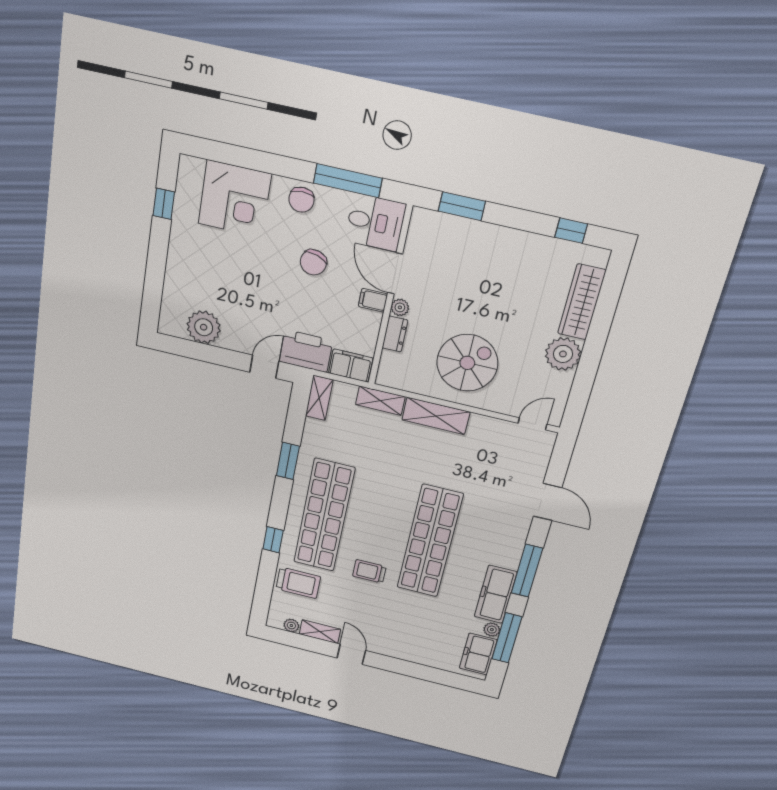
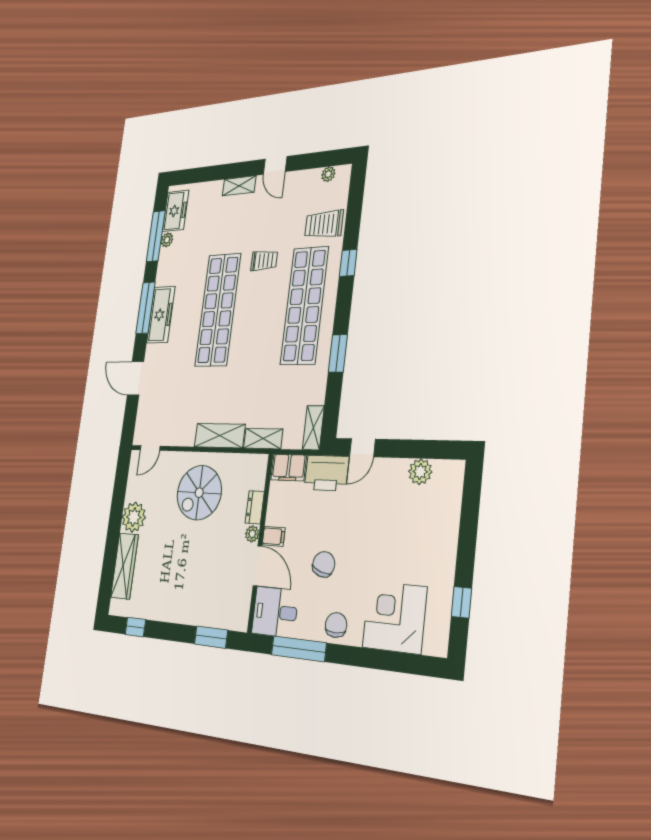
plant: (204, 327) -> (420, 472), width x0.73, depth x0.73
freezer: (496, 594) -> (161, 315), moved
shelving: (320, 632) -> (239, 186), moved

